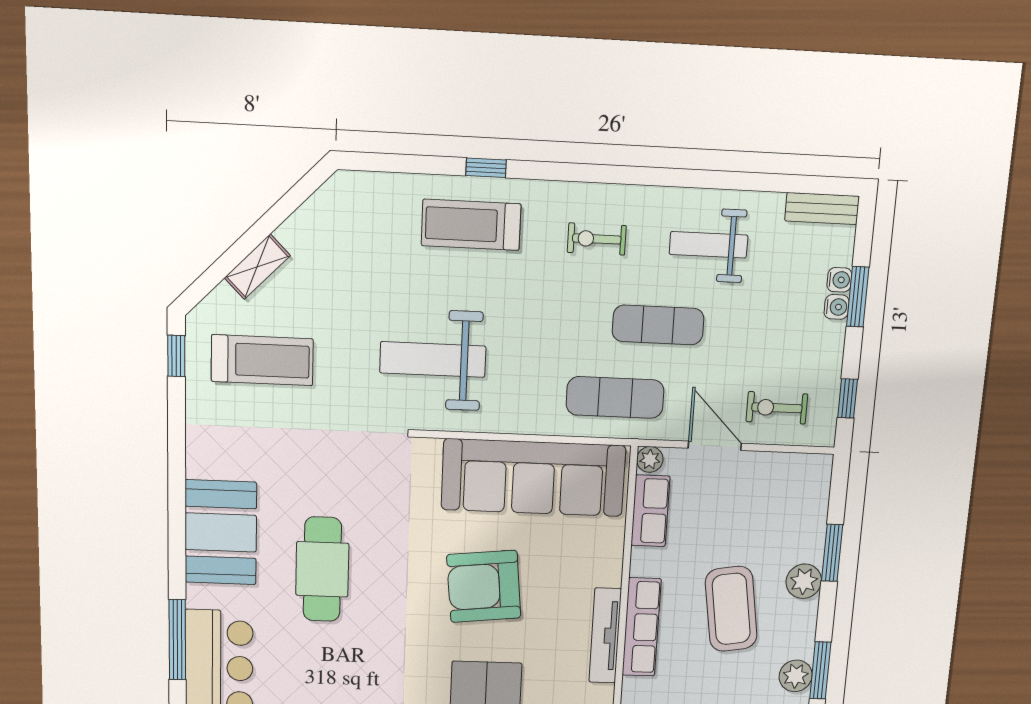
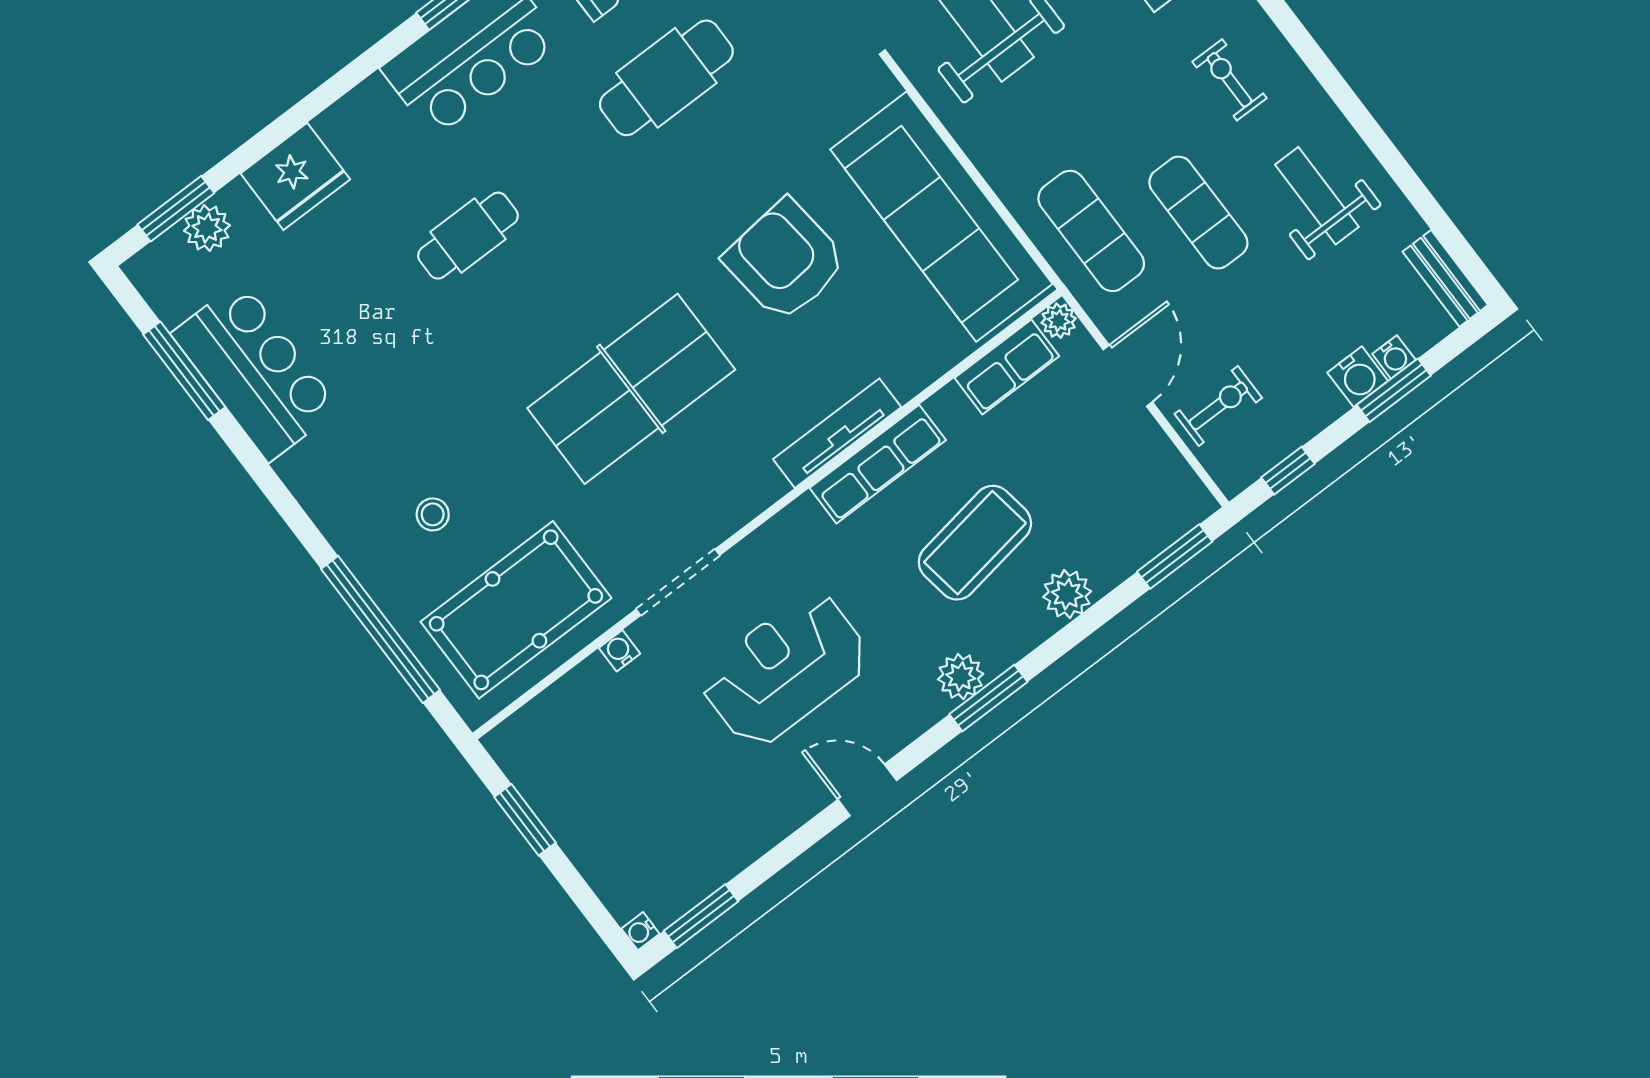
water cooler: (837, 307) -> (1358, 377), width x1.38, depth x1.38
exercise bike: (777, 408) -> (1218, 406), turned 90
window: (832, 553) -> (1175, 557), moved

